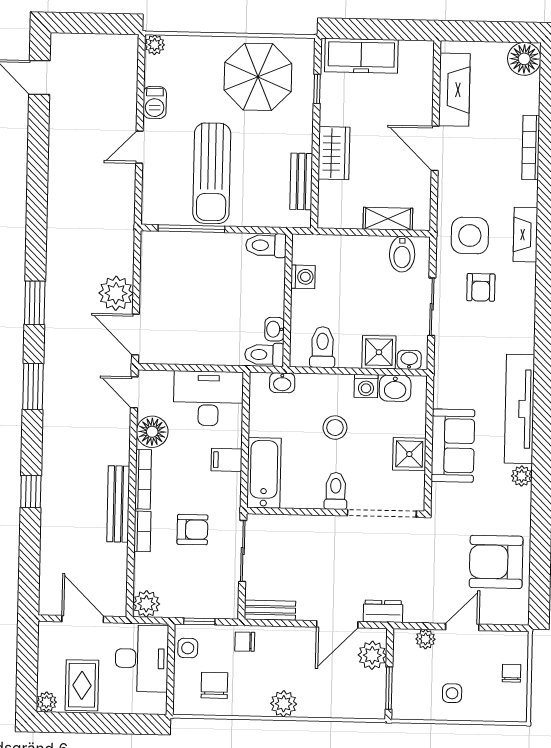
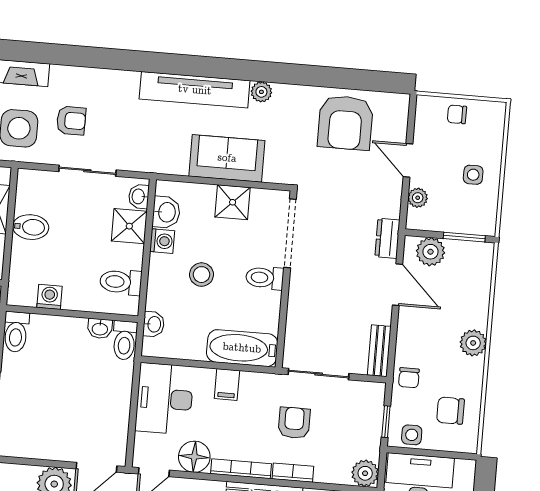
bidet: (402, 254) -> (31, 227), moved

